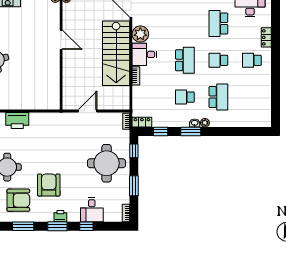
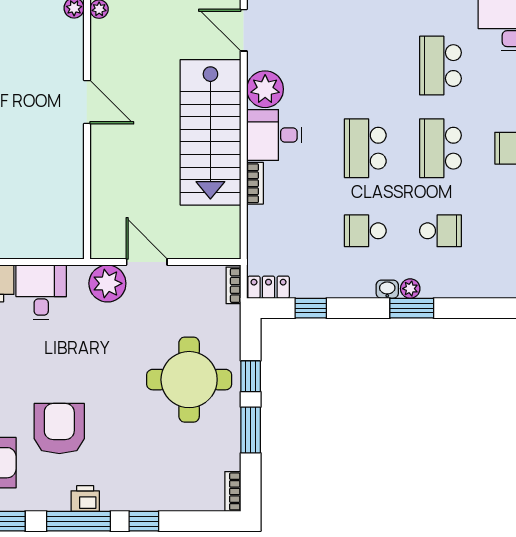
school desk: (185, 60) -> (365, 148), turned 180
school desk: (218, 60) -> (440, 148), width x1.85
school desk: (218, 97) -> (440, 231), width x0.54
door: (88, 111) -> (147, 262), hinge flipped
plant: (70, 120) -> (107, 283), added
window: (191, 131) -> (412, 308), moved
window: (134, 151) -> (251, 376), moved
desk: (92, 210) -> (41, 292), moved, turned 180
window: (57, 226) -> (79, 521), width x1.44

